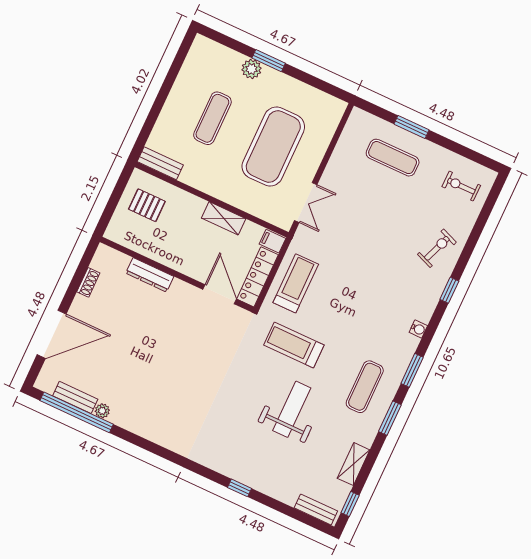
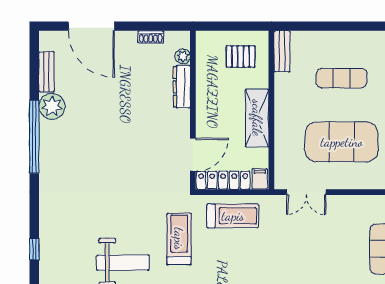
pallet: (147, 205) -> (241, 56), turned 90
shelving: (224, 218) -> (257, 118), width x1.50, depth x1.33
plant: (121, 261) -> (183, 56), added
plant: (102, 411) -> (52, 106), width x1.88, depth x1.88
window: (77, 412) -> (34, 137), moved

